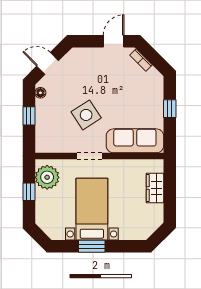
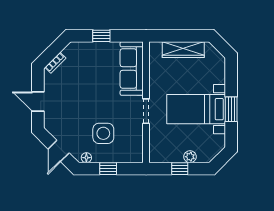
door: (114, 41) -> (38, 101), moved
side table: (86, 115) -> (103, 133), moved, turned 33
plant: (47, 177) -> (190, 157), moved, width x0.53, depth x0.53
wardrobe: (155, 188) -> (183, 50), width x1.50

